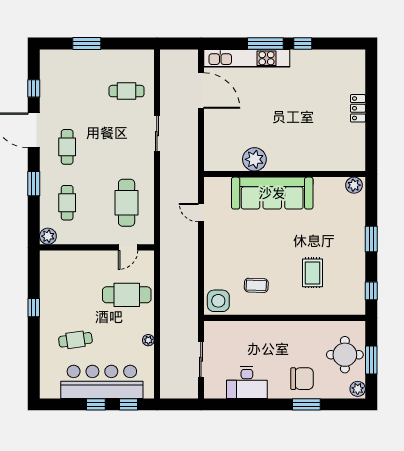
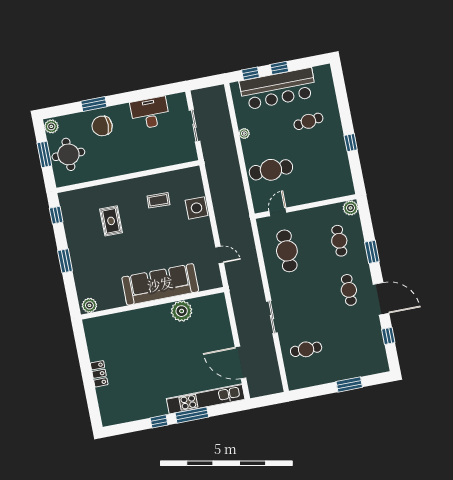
side table: (218, 301) -> (197, 208), moved

